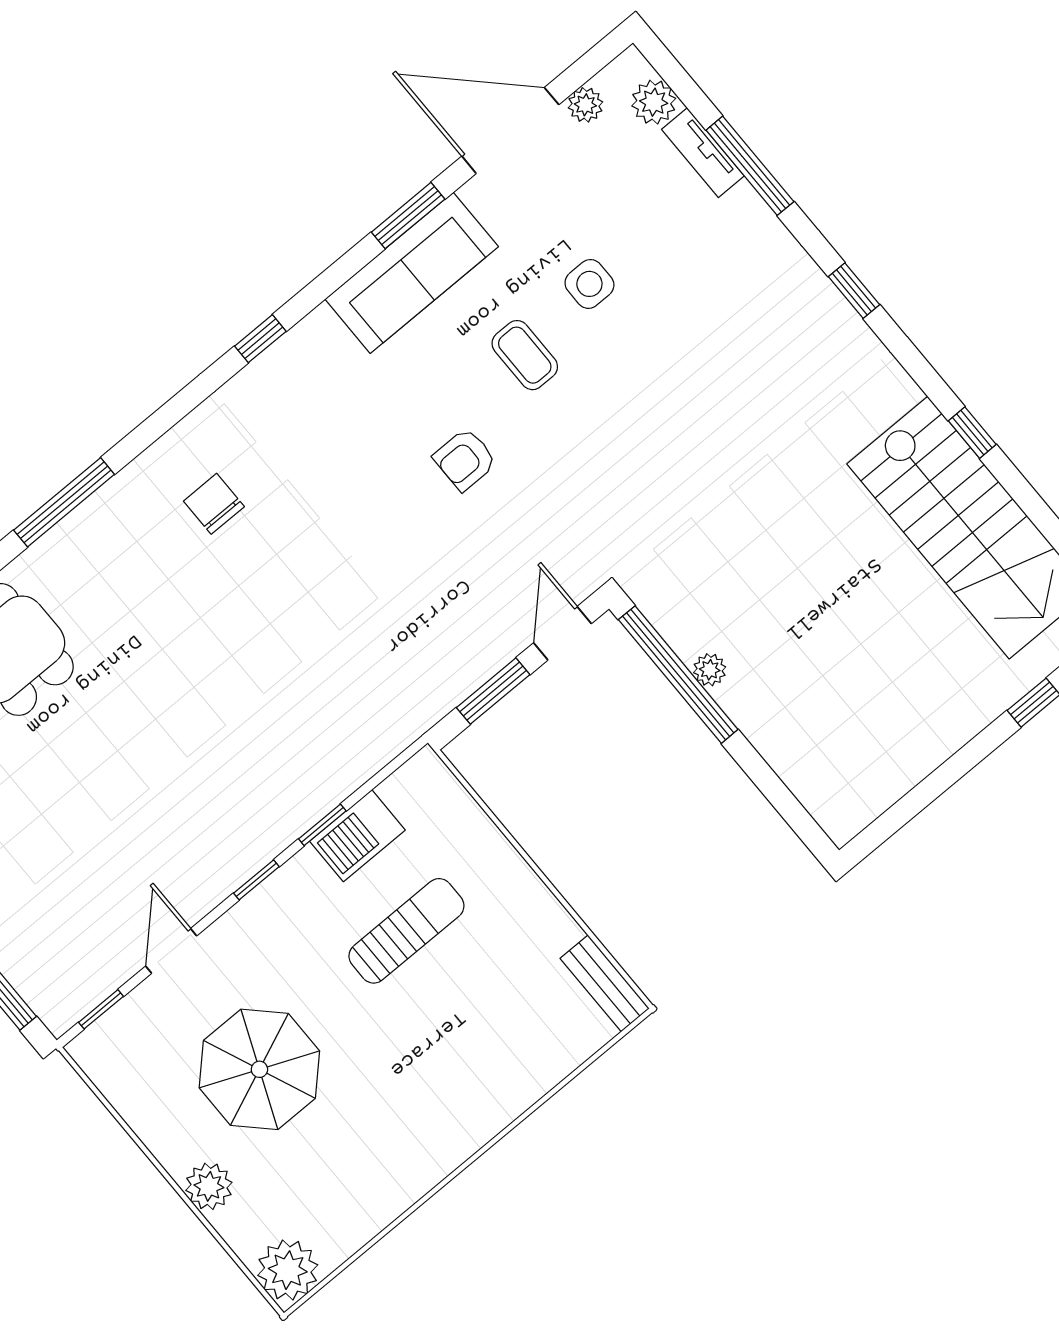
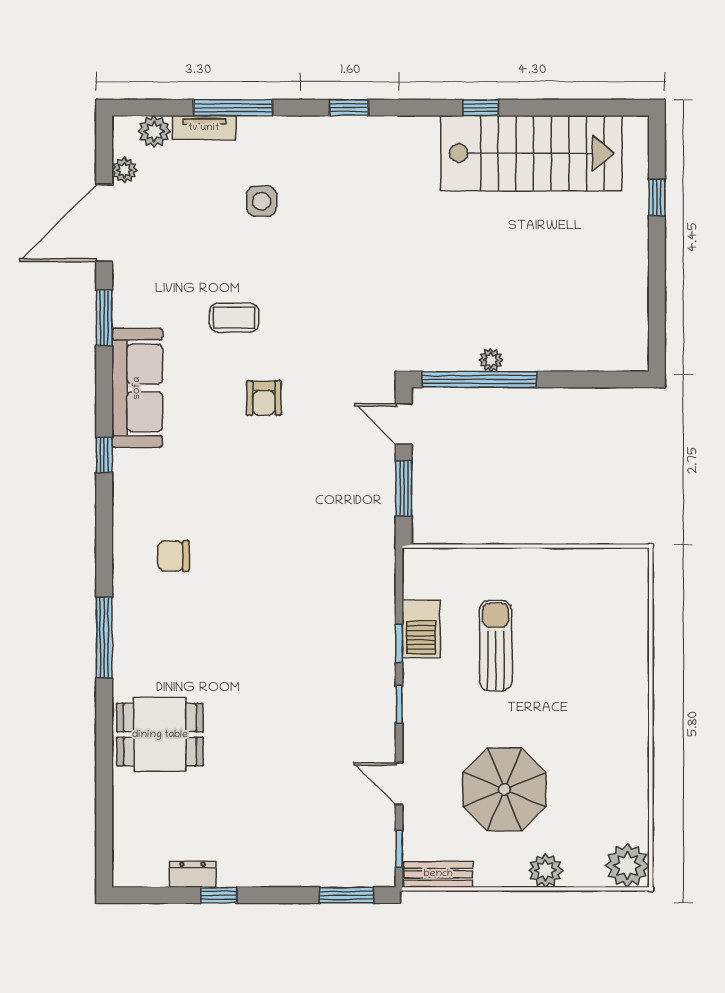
sofa: (412, 273) -> (137, 388), moved
side table: (589, 284) -> (262, 201), moved
bench: (605, 983) -> (438, 874), moved

